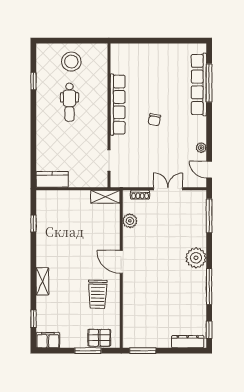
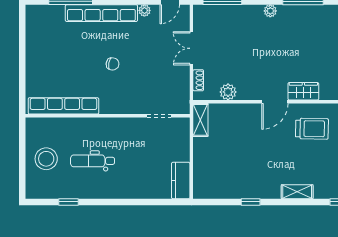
row of seats: (199, 84) -> (101, 13), moved
dental chair: (69, 102) -> (93, 161), turned 180
row of seats: (118, 105) -> (63, 106), moved
window: (33, 223) -> (251, 202), moved
plant: (196, 258) -> (270, 11), width x0.53, depth x0.53
wardrobe: (130, 287) -> (303, 91), added

